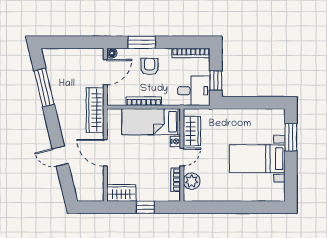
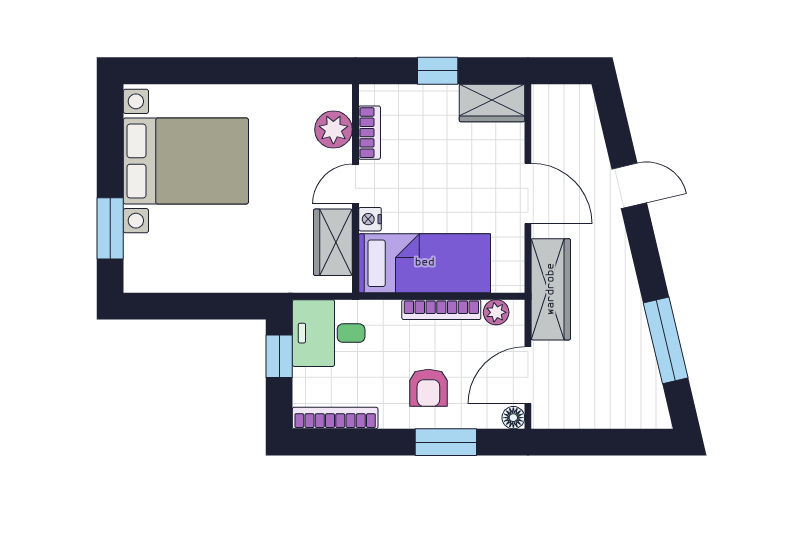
plant: (119, 100) -> (496, 312), added
bed with nightstands: (257, 159) -> (186, 161), width x1.36

